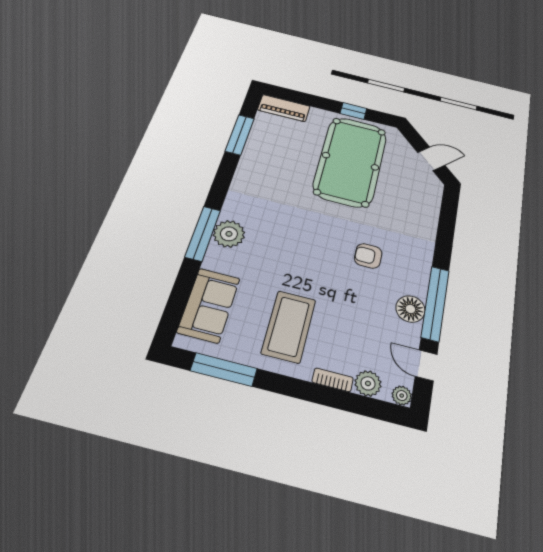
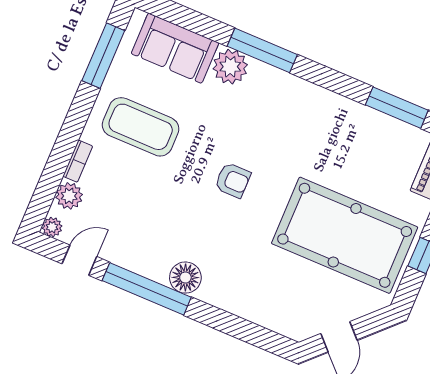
plant: (229, 234) -> (230, 67), moved
armchair: (368, 256) -> (233, 180), moved, turned 90
floor lamp: (410, 309) -> (185, 278), moved

